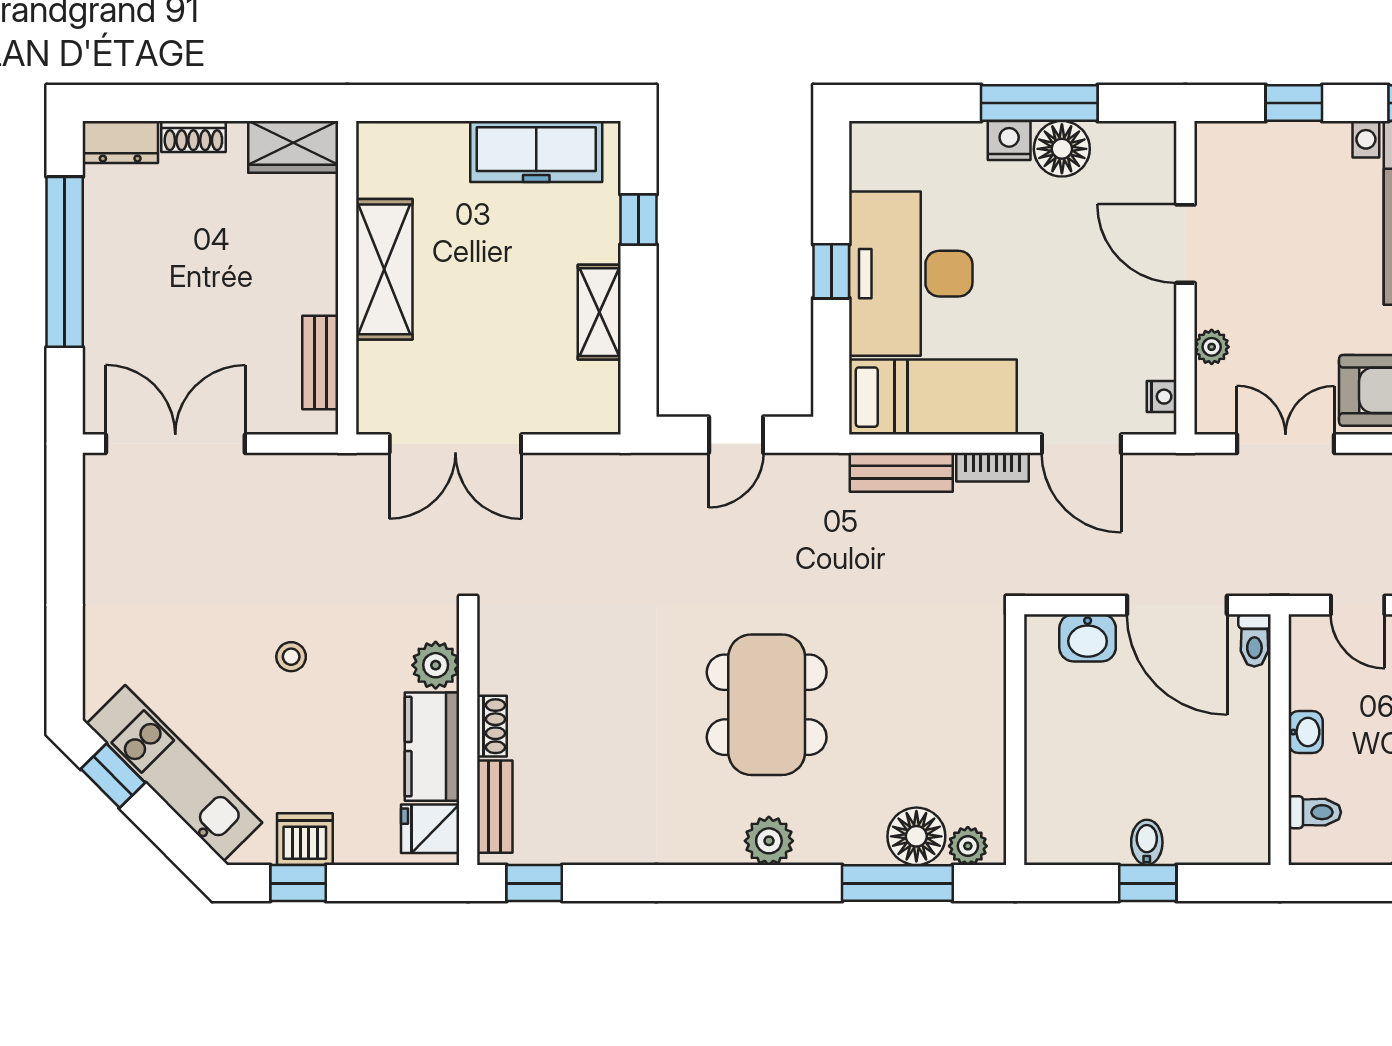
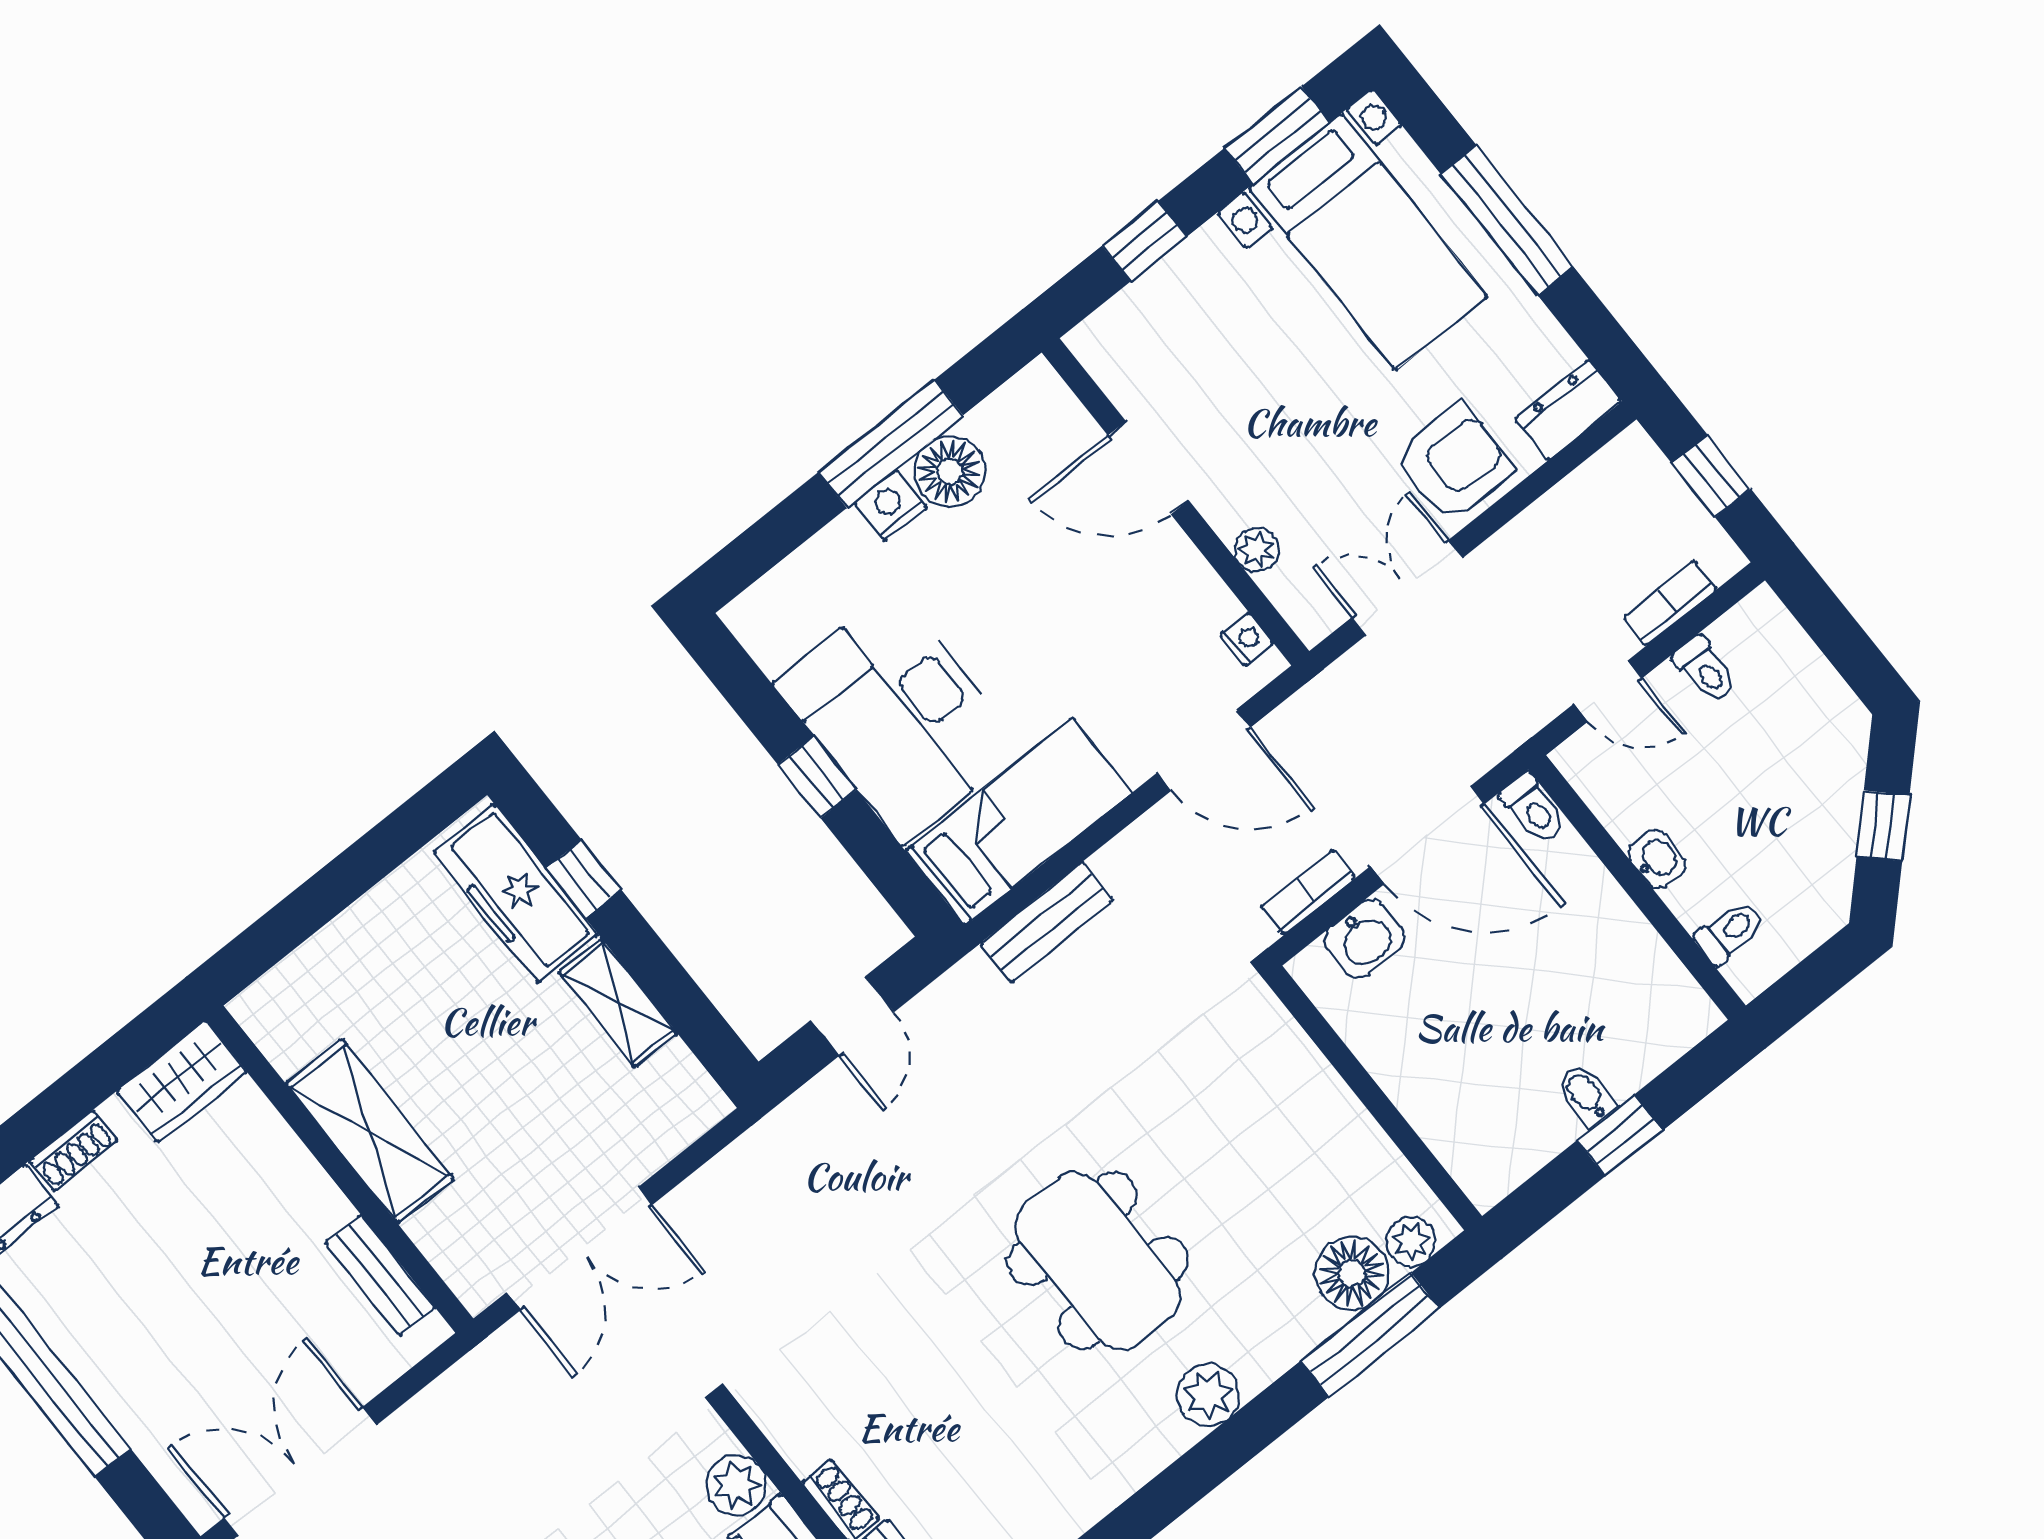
freezer: (536, 152) -> (516, 893), moved, turned 90
bookcase: (992, 467) -> (1308, 892), moved, turned 180

